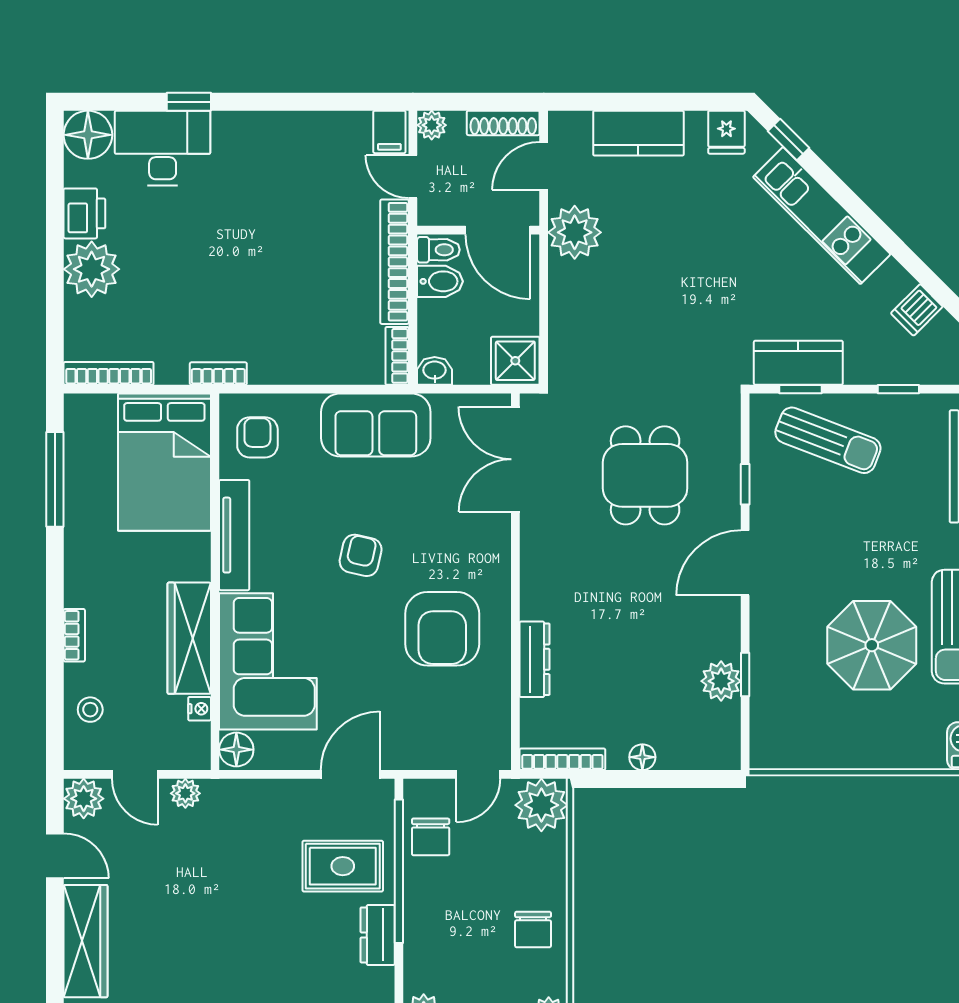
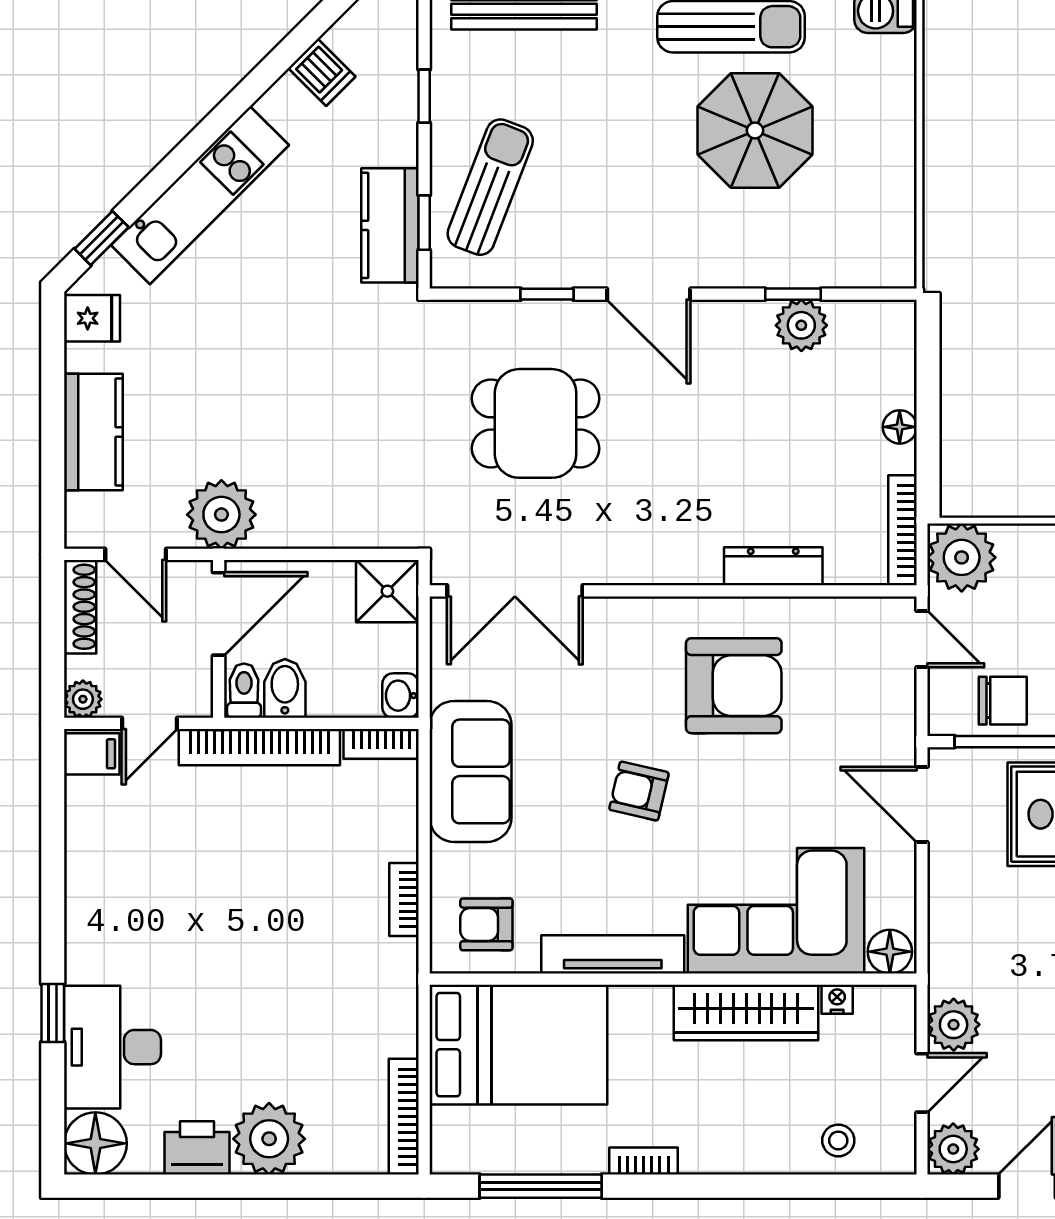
bookcase: (218, 374) -> (404, 899), moved
bookcase: (74, 635) -> (644, 1161), moved
plant: (185, 793) -> (954, 1025), width x1.38, depth x1.38

